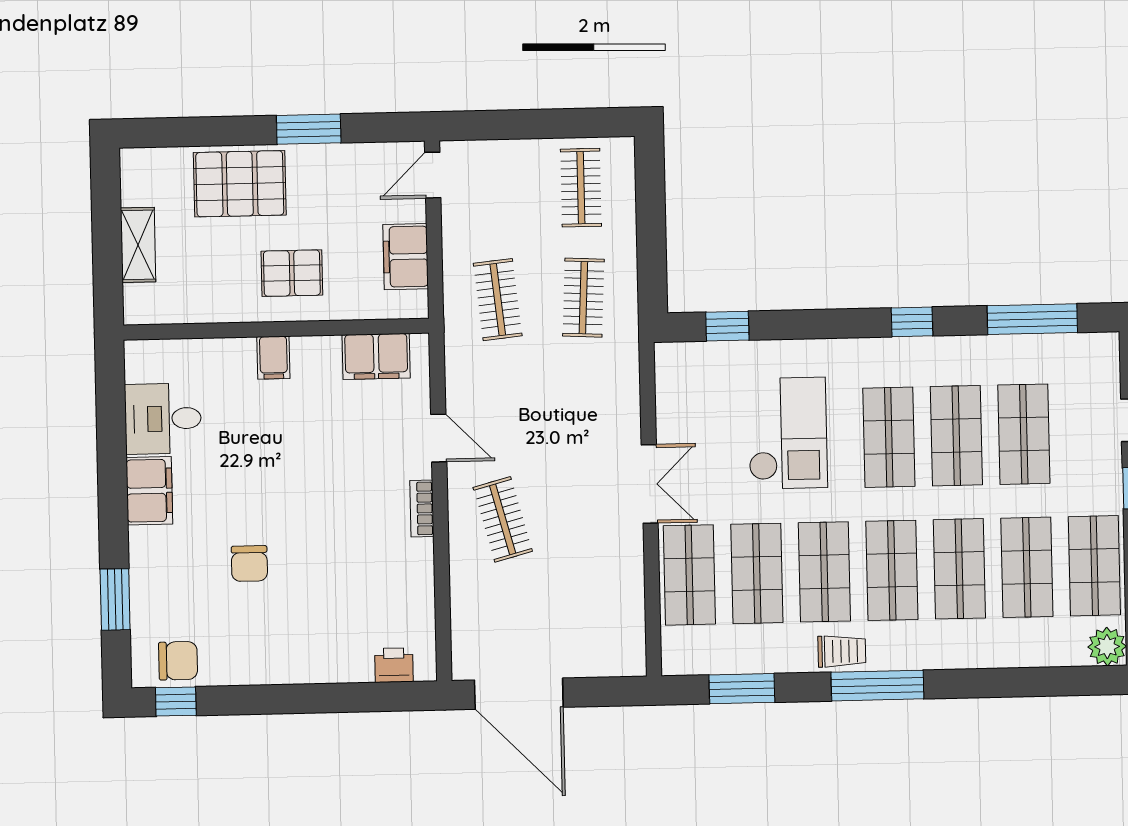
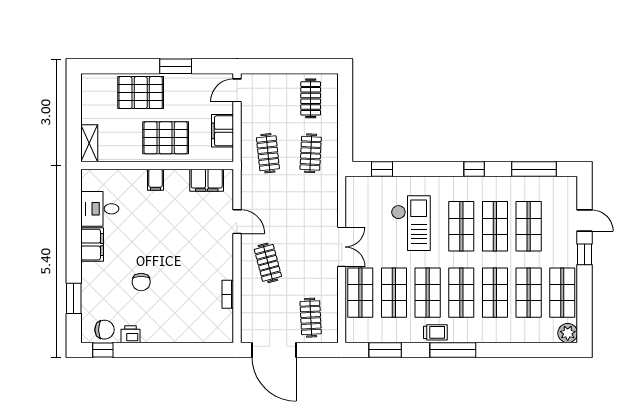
shelving: (138, 245) -> (89, 143), moved
pallet: (292, 273) -> (166, 138), width x1.50, depth x1.42
bookcase: (422, 509) -> (228, 294), moved
clothes rail: (591, 627) -> (311, 318), added
printer: (394, 665) -> (131, 334), moved

